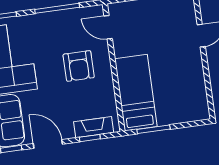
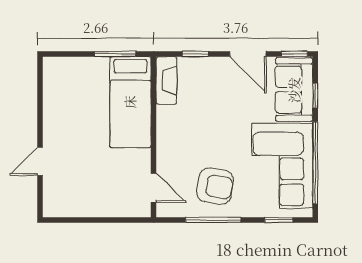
armchair: (79, 66) -> (215, 186), moved, turned 100
fireplace: (94, 127) -> (166, 80), moved, turned -90

